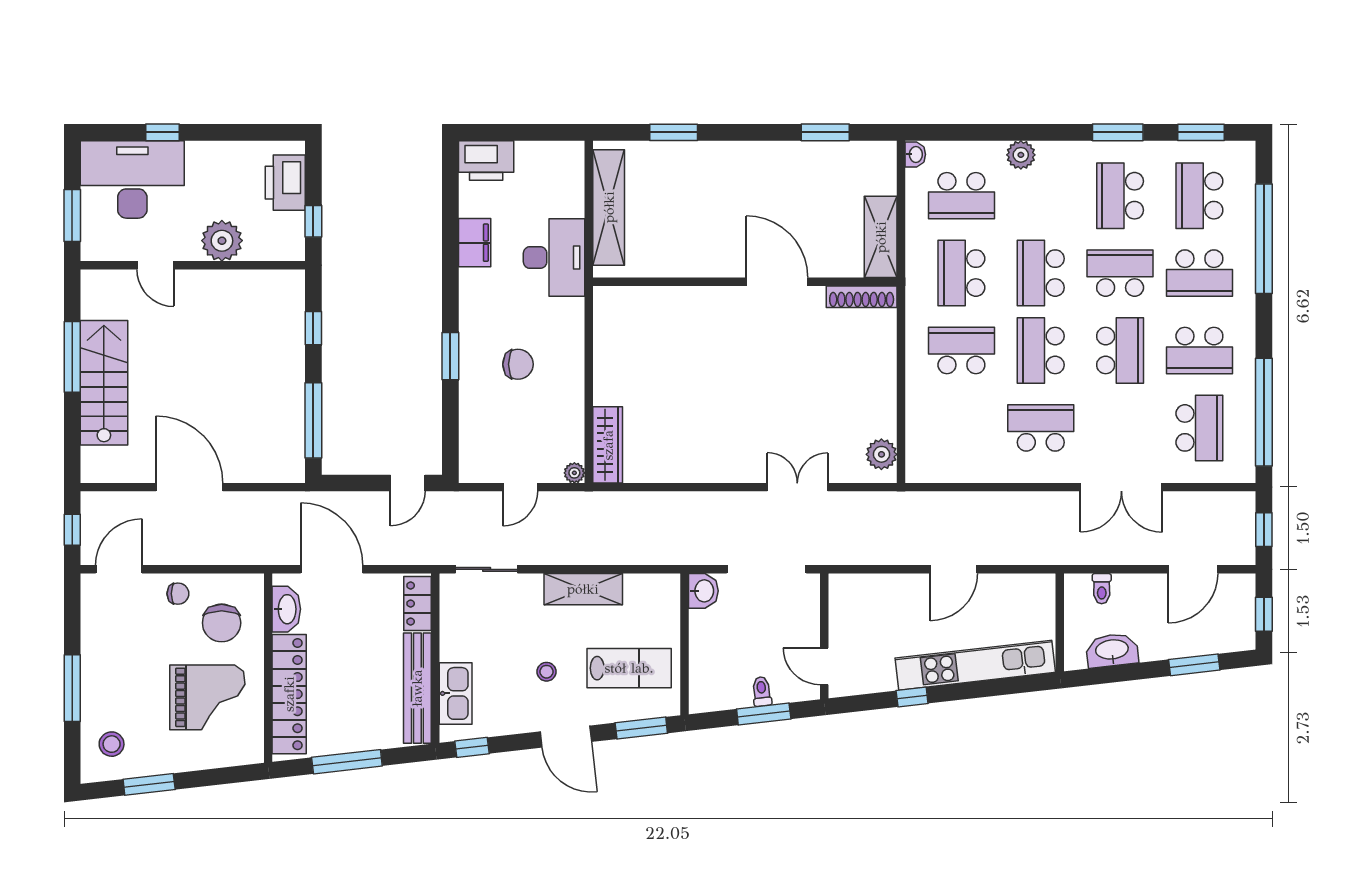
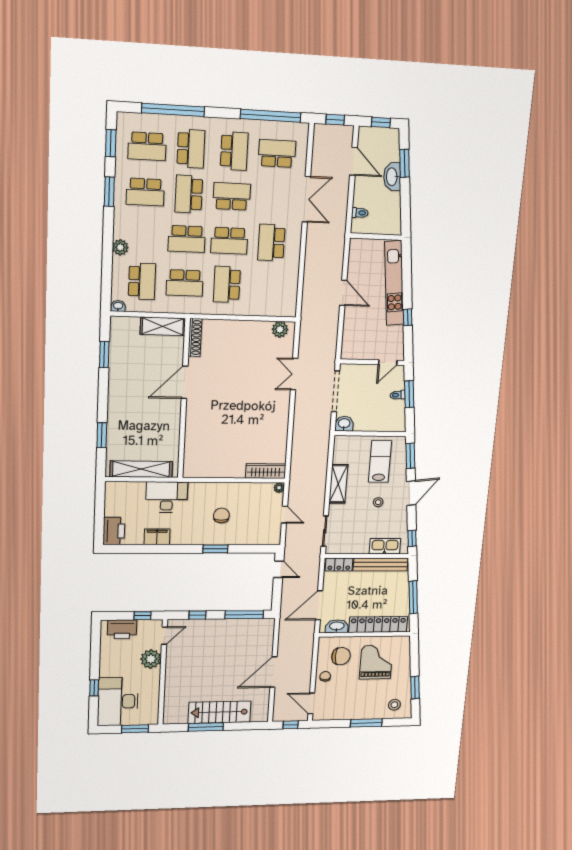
door: (155, 265) -> (164, 636), moved
washbasin: (1112, 650) -> (392, 177), moved

